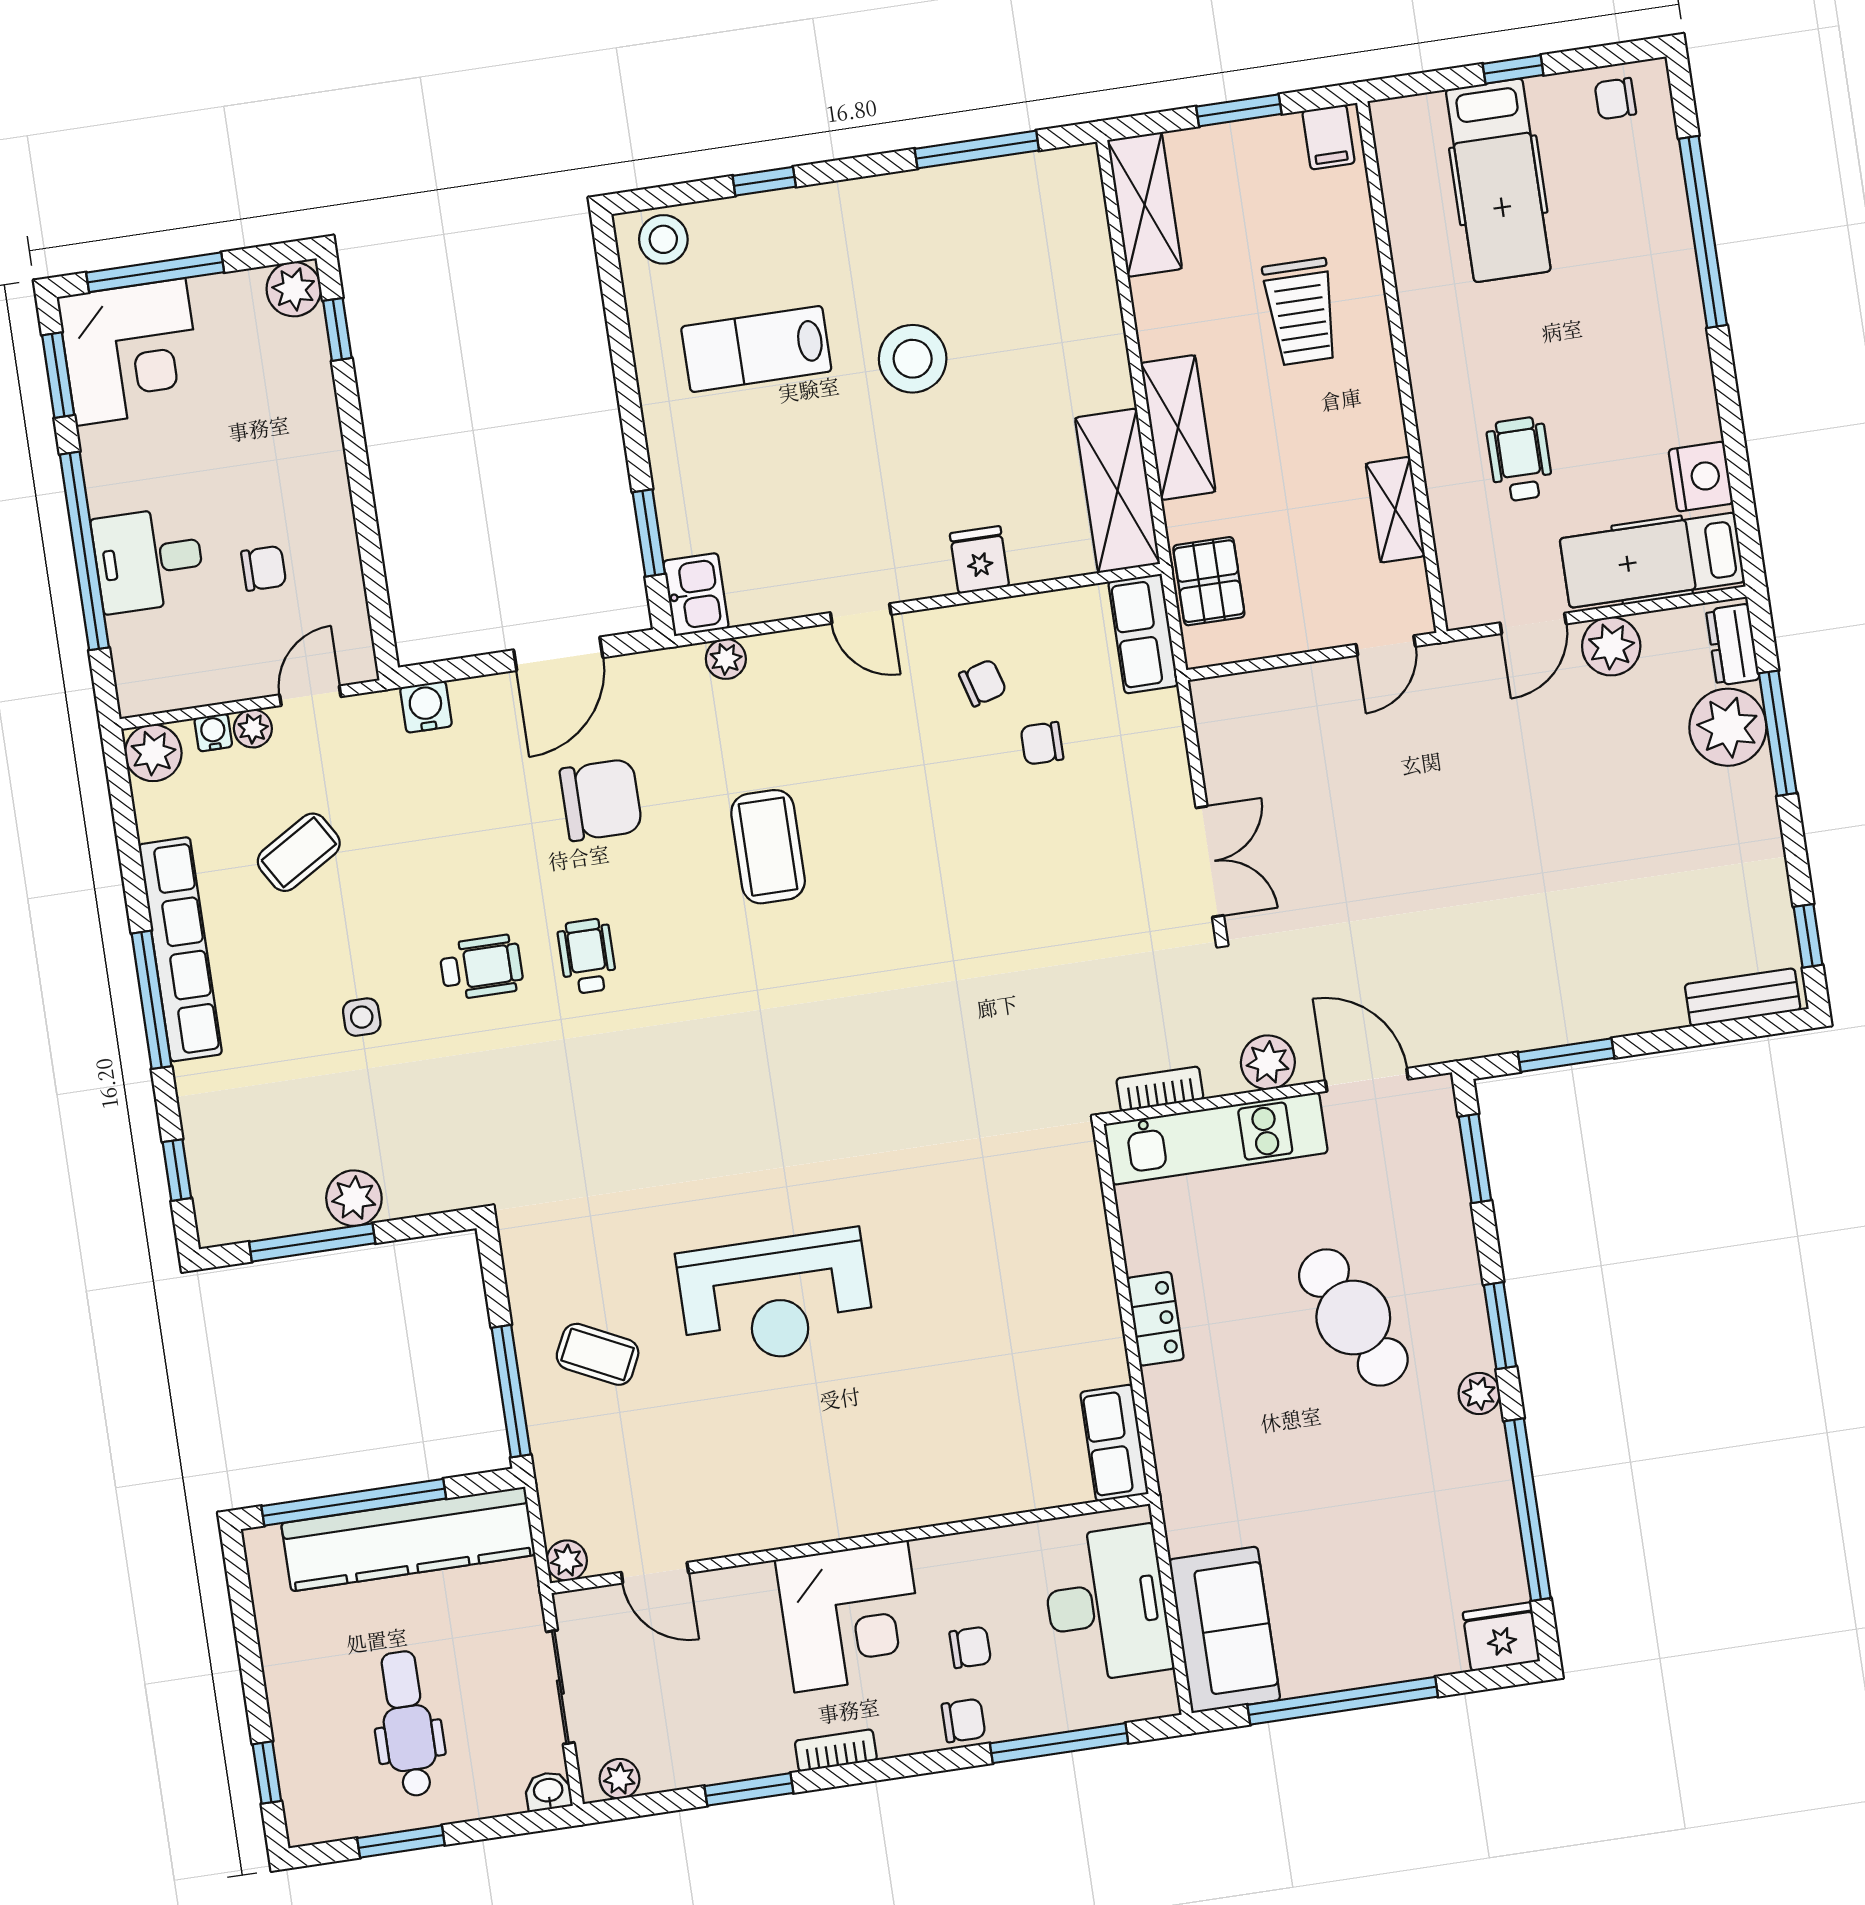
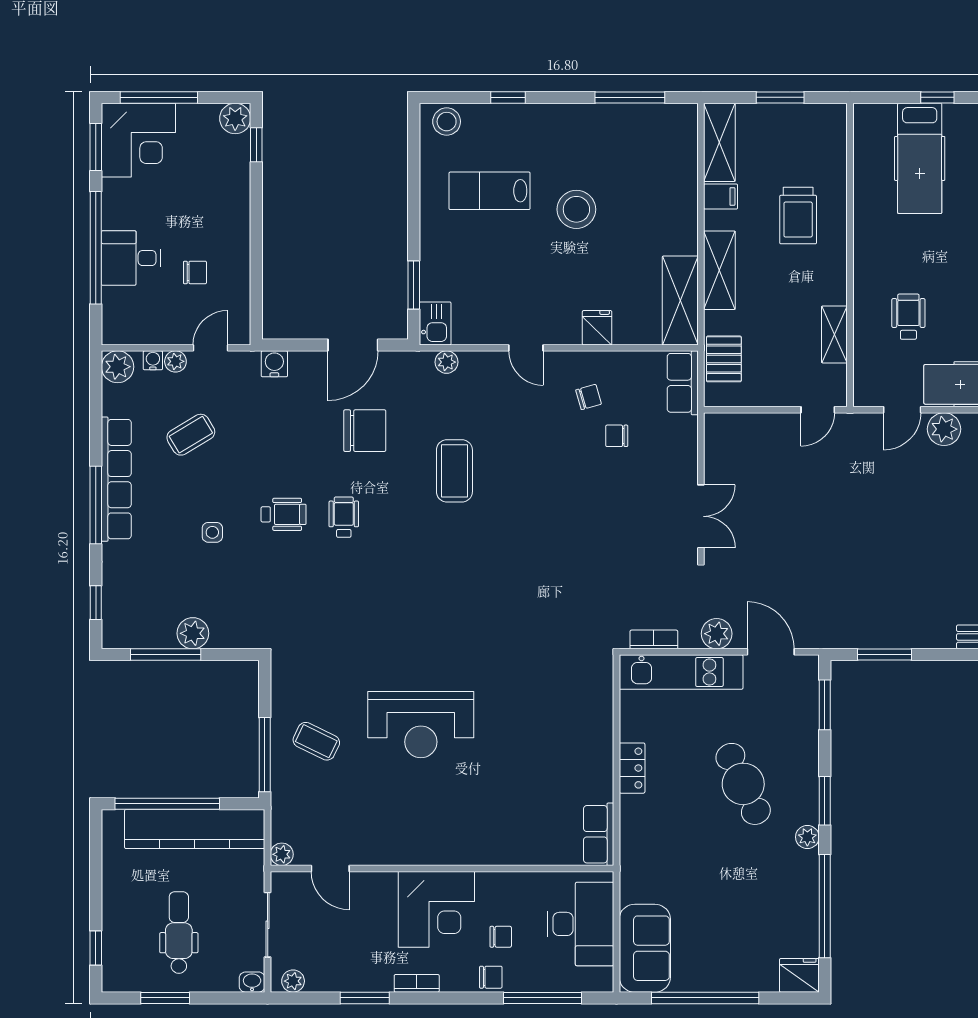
filing cabinet: (1328, 137) -> (721, 197), moved, turned -90

